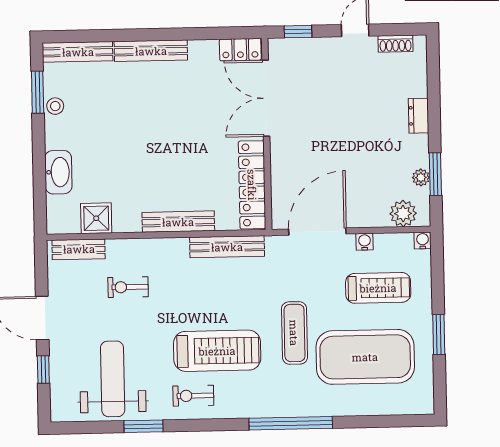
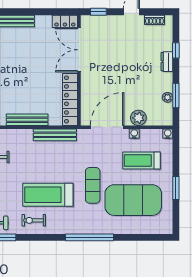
window: (434, 96) -> (176, 50), added
plant: (403, 213) -> (138, 118), moved
treadmill: (378, 288) -> (142, 160), turned 180
treadmill: (217, 351) -> (48, 195), turned 180

